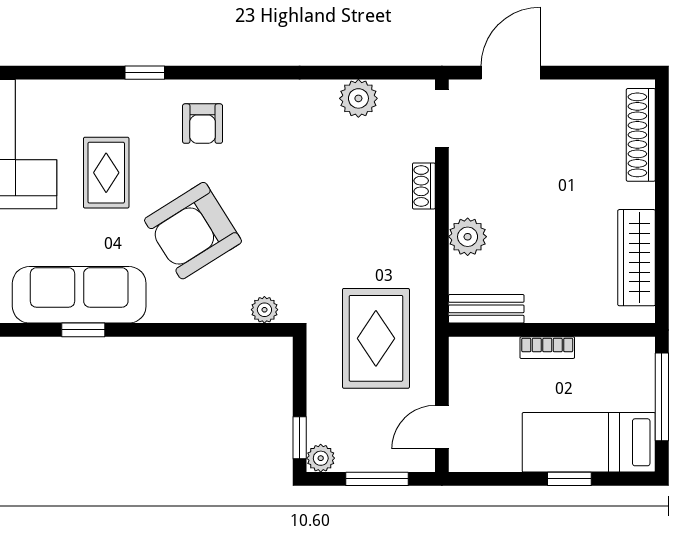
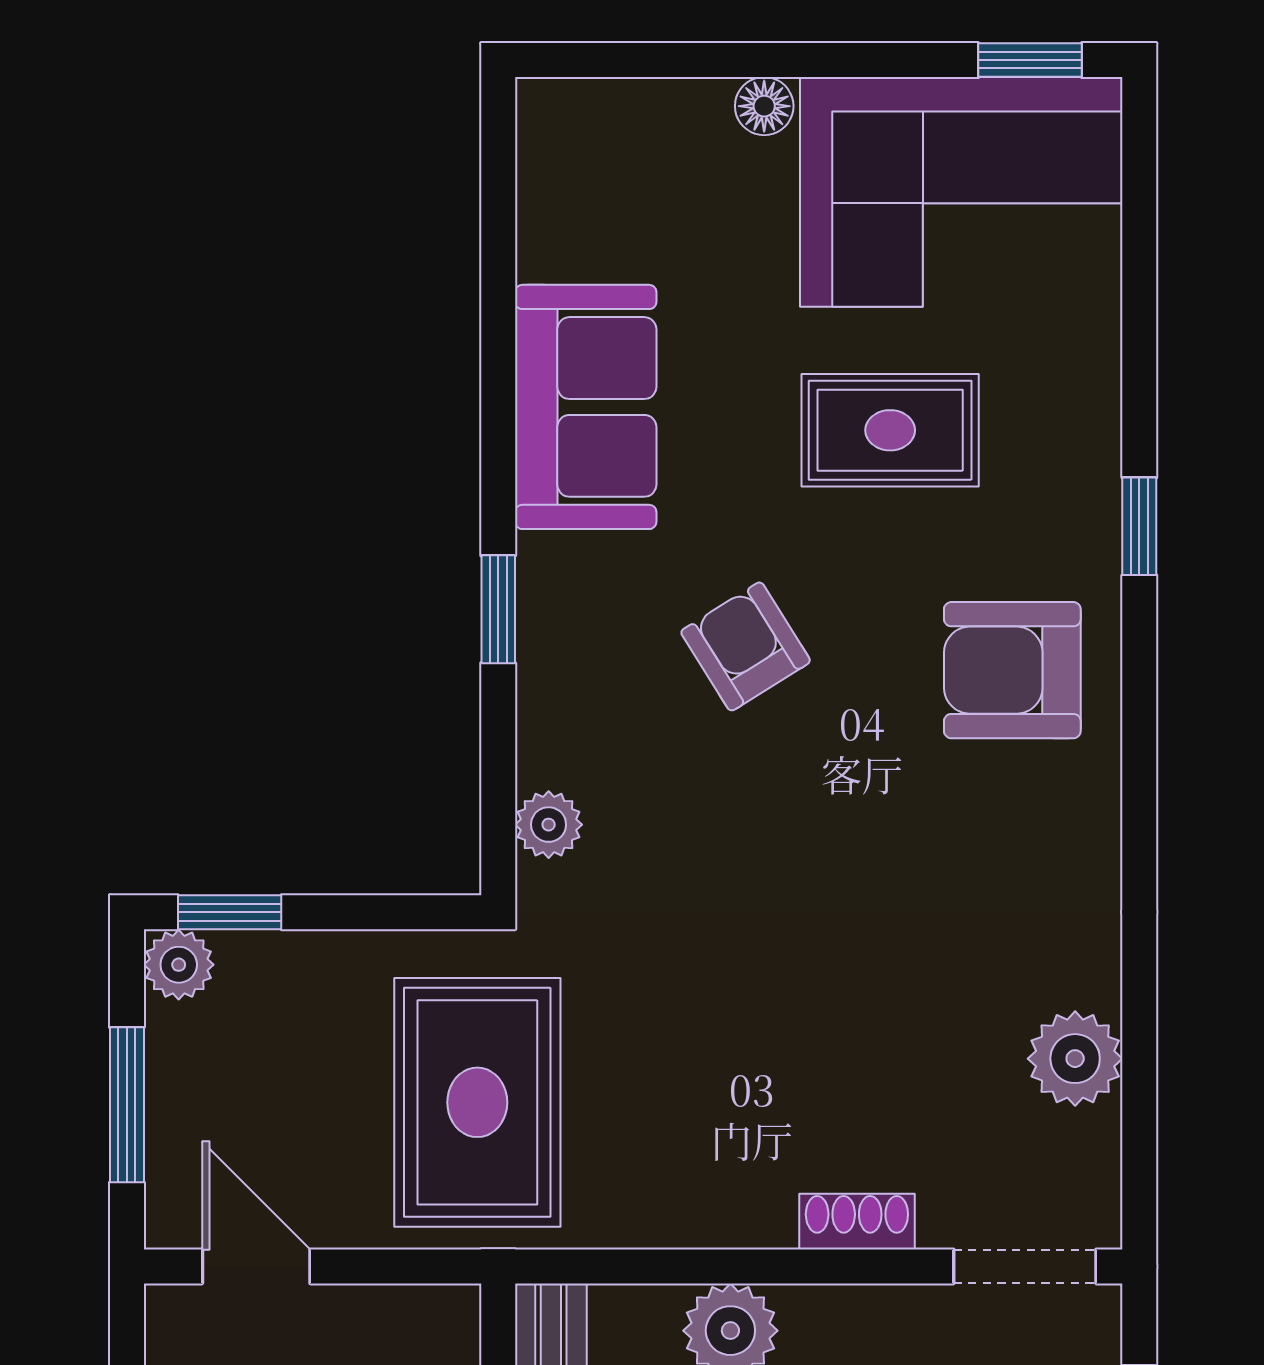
armchair: (203, 124) -> (1012, 670), width x1.38, depth x1.38
armchair: (193, 231) -> (746, 646), width x0.53, depth x0.53
sofa: (79, 295) -> (586, 407), width x0.73
window: (83, 330) -> (498, 609), moved
rug: (376, 338) -> (477, 1102), turned 90

